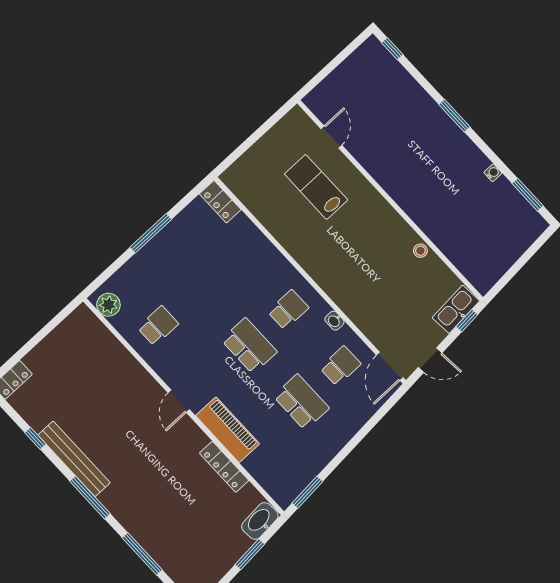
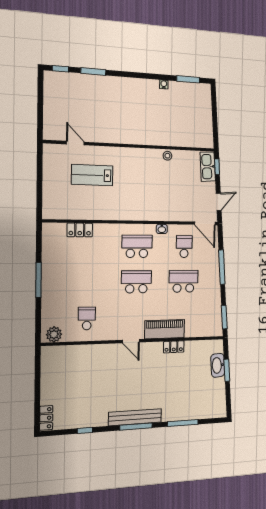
window: (454, 116) -> (93, 71), moved
locker: (220, 202) -> (80, 230), moved
school desk: (288, 310) -> (137, 246), width x1.85
window: (361, 435) -> (222, 267), added
bench: (74, 459) -> (135, 417), moved
locker: (224, 467) -> (174, 347), width x0.66
washbasin: (260, 521) -> (218, 365), moved

